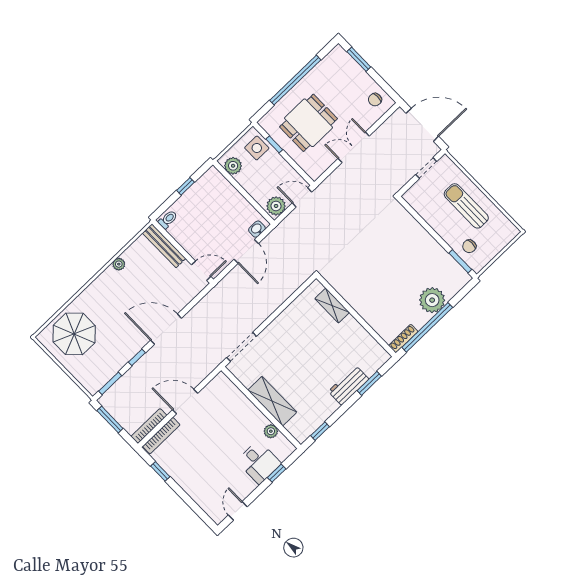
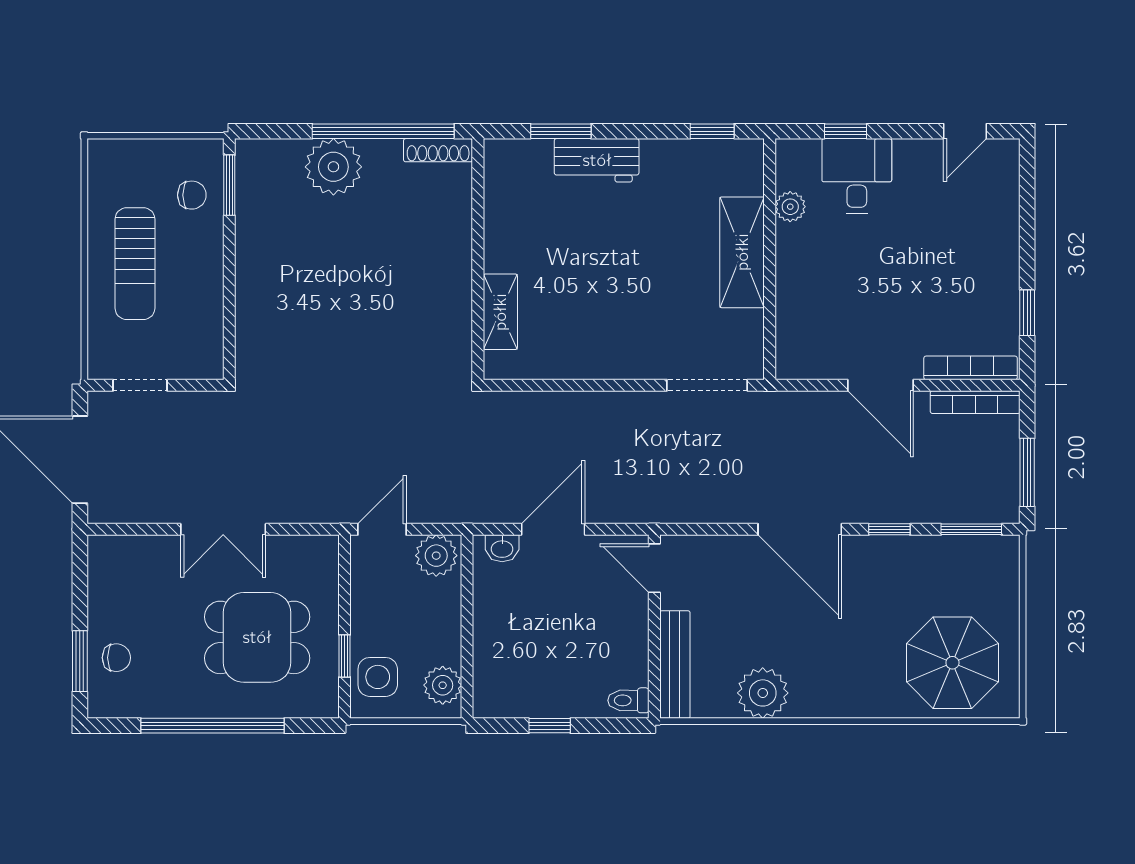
chair: (375, 100) -> (116, 658), moved
door: (302, 197) -> (382, 529), swing flipped
plant: (119, 264) -> (763, 693), width x1.87, depth x1.87

